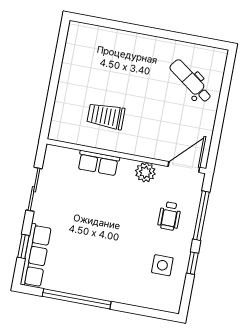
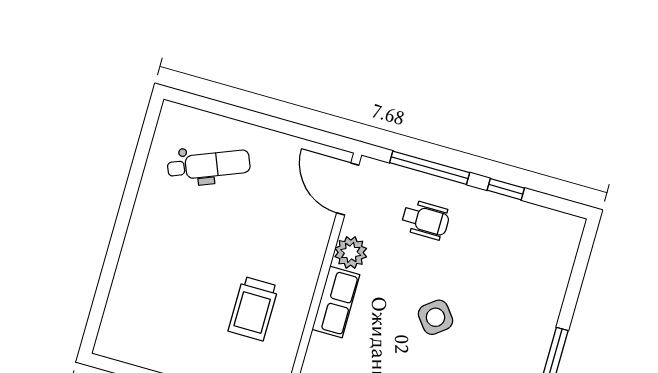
dental chair: (191, 81) -> (209, 165), turned -148
row of seats: (98, 163) -> (336, 302), moved
side table: (162, 265) -> (436, 317), moved, turned -38

